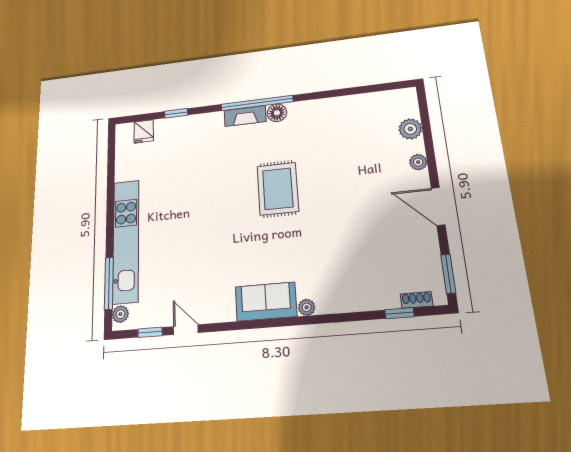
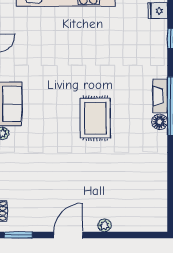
plant: (410, 129) -> (132, 223), removed
rug: (278, 189) -> (95, 118), turned 90

